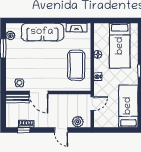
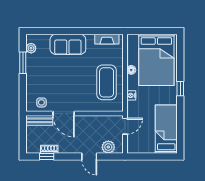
sofa: (42, 32) -> (68, 44), width x0.73
bed: (120, 46) -> (156, 60), width x1.50

